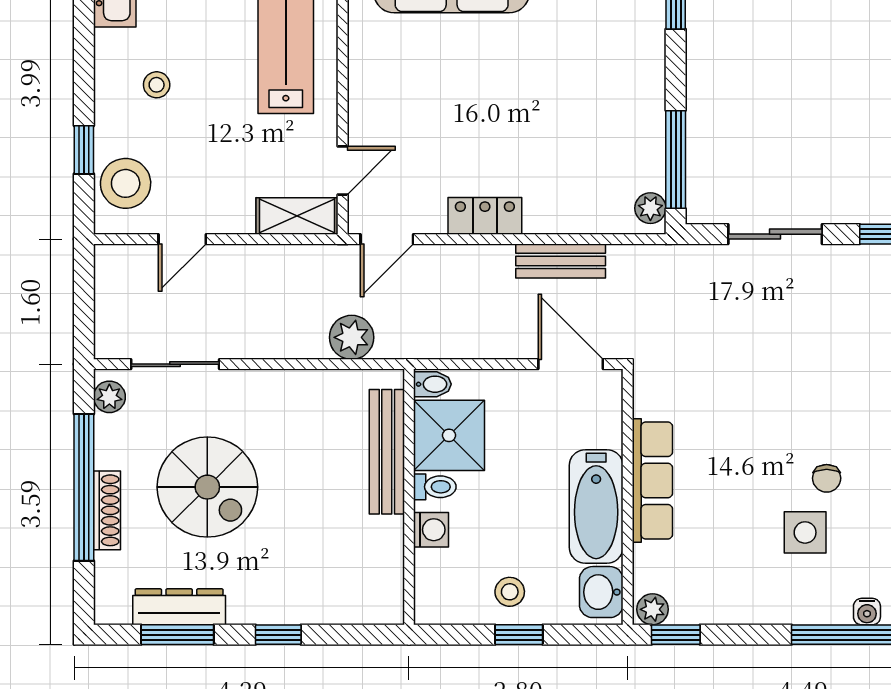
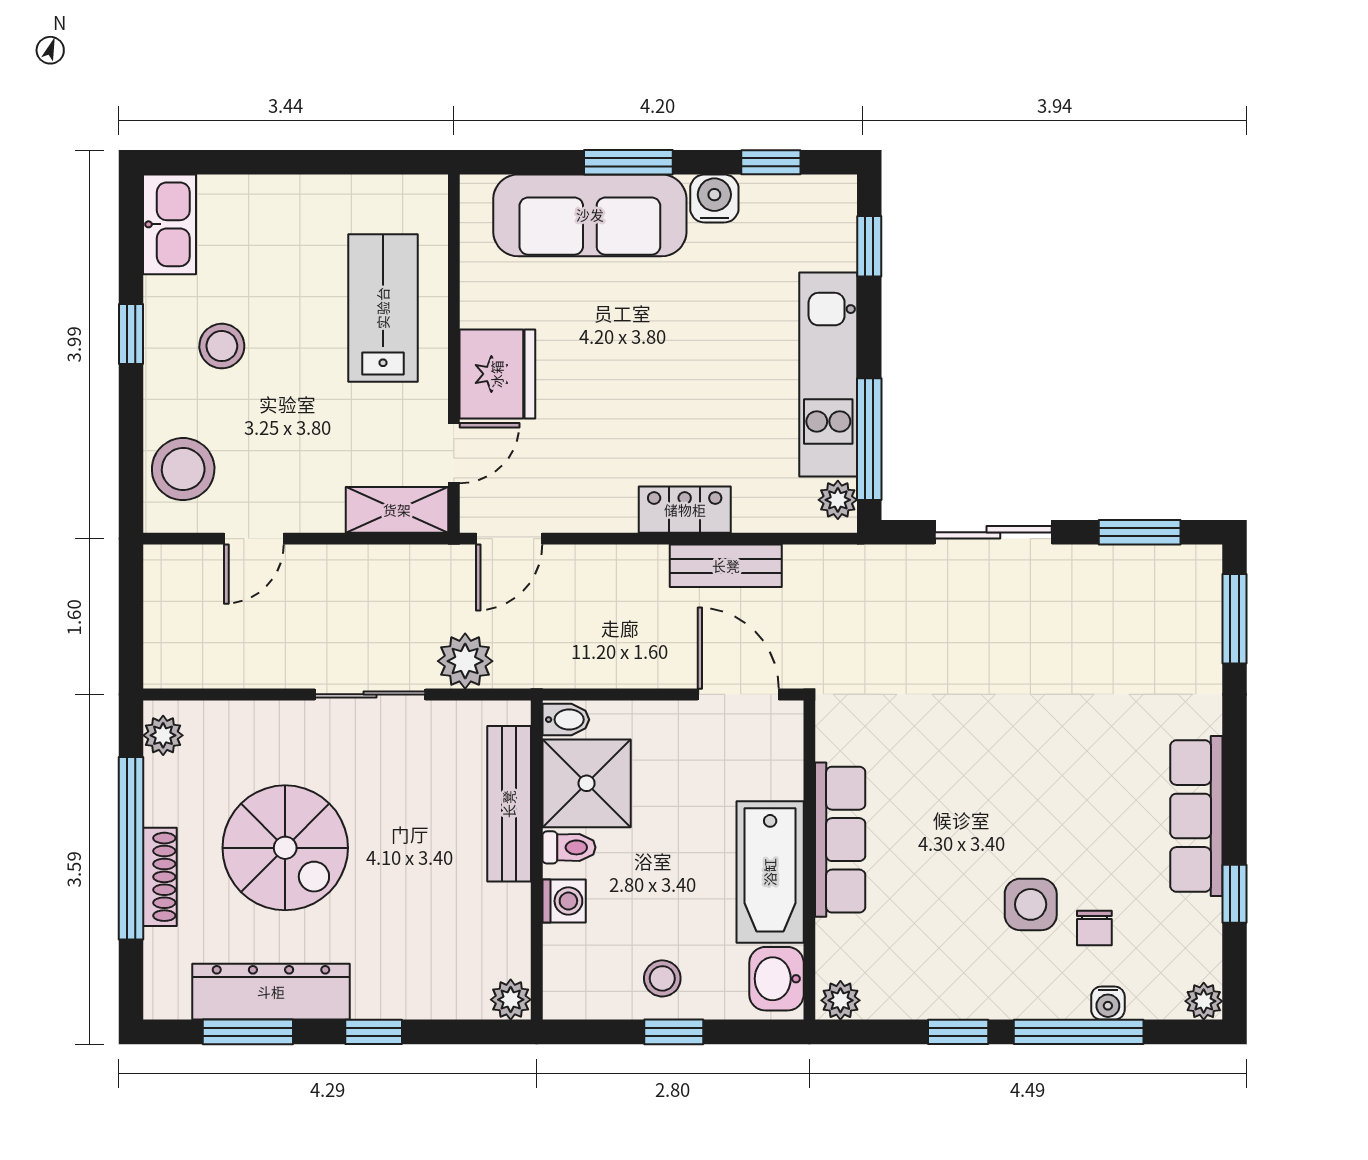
stool: (157, 85) -> (222, 346), width x1.37, depth x1.37
fridge: (378, 107) -> (497, 374), added
kitchen unit: (643, 108) -> (828, 374), added
window: (84, 150) -> (131, 334), moved
locker: (485, 216) -> (685, 510), moved
sliding door: (175, 364) -> (370, 694), moved
chair: (827, 478) -> (1094, 928), moved
dresser: (179, 607) -> (271, 992), width x1.37, depth x1.24
plant: (388, 609) -> (511, 1000), added
window: (676, 635) -> (958, 1032), moved

